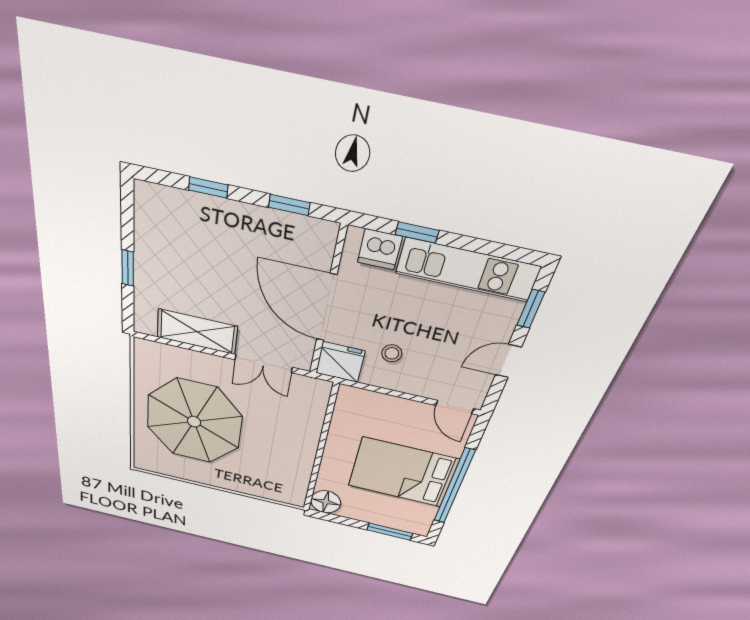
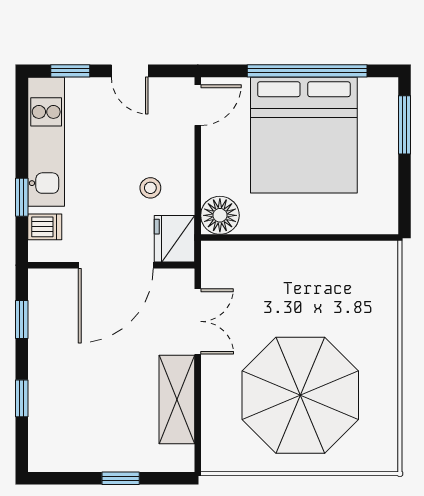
dishwasher: (380, 249) -> (45, 227), width x0.73
bed: (402, 473) -> (304, 135), width x1.36
floor lamp: (326, 502) -> (220, 215), moved

